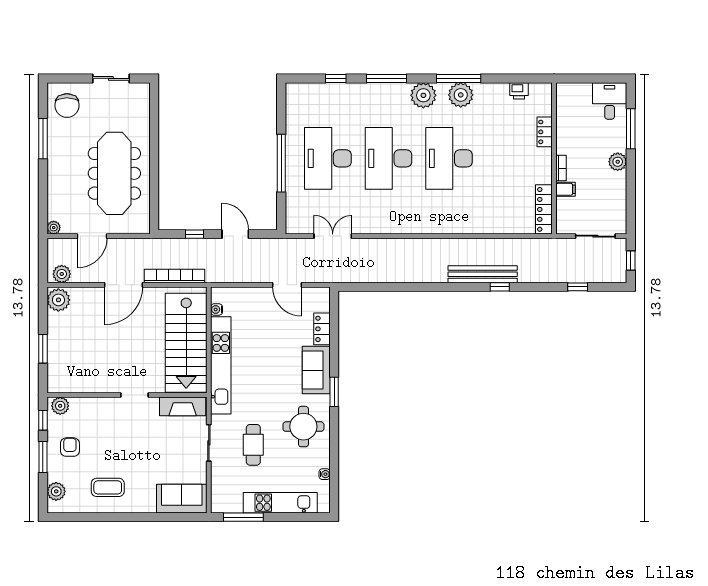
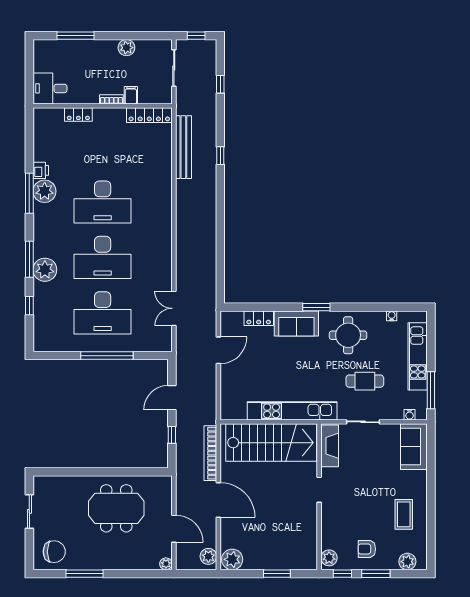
printer: (519, 91) -> (41, 170), moved
plant: (423, 95) -> (45, 270), moved
desk: (610, 101) -> (50, 88), moved
plant: (618, 162) -> (126, 48), moved
meeting table: (114, 173) -> (116, 508), width x0.73
bench: (483, 274) -> (183, 147), moved
water cooler: (217, 310) -> (410, 415), moved

